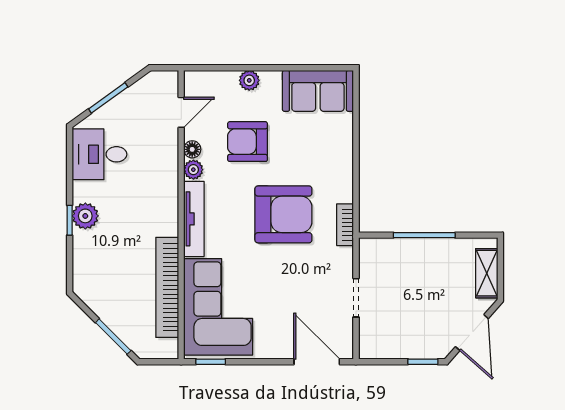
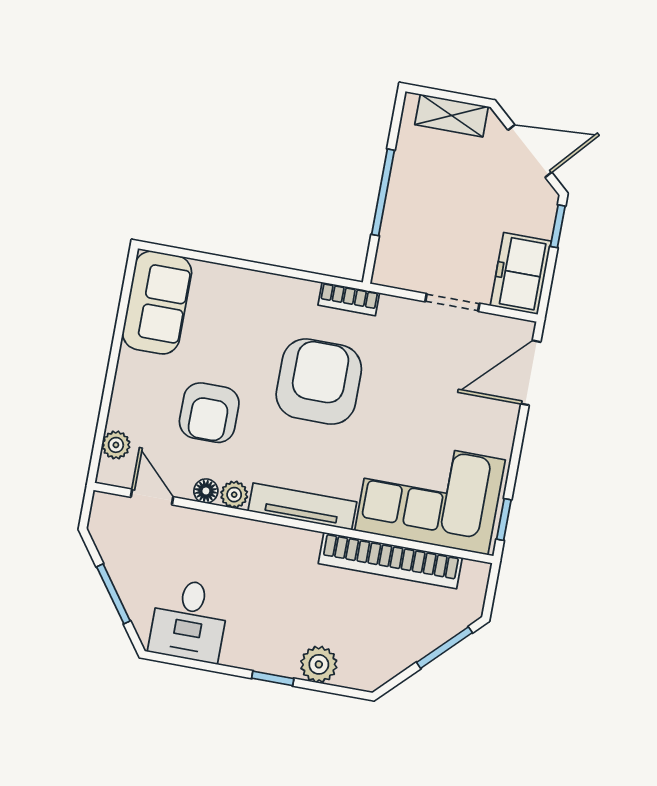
plant: (249, 80) -> (116, 445), moved
plant: (85, 216) -> (319, 664), moved
freezer: (385, 342) -> (521, 273), added

